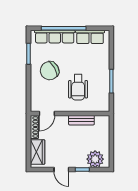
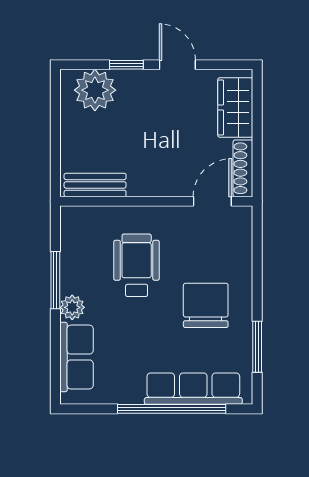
row of seats: (90, 37) -> (76, 357), moved, turned 90
plant: (104, 70) -> (72, 307), added
chair: (50, 71) -> (206, 305), turned -61
bench: (81, 120) -> (95, 185), moved

